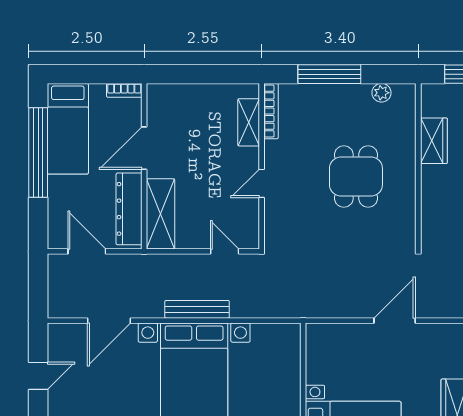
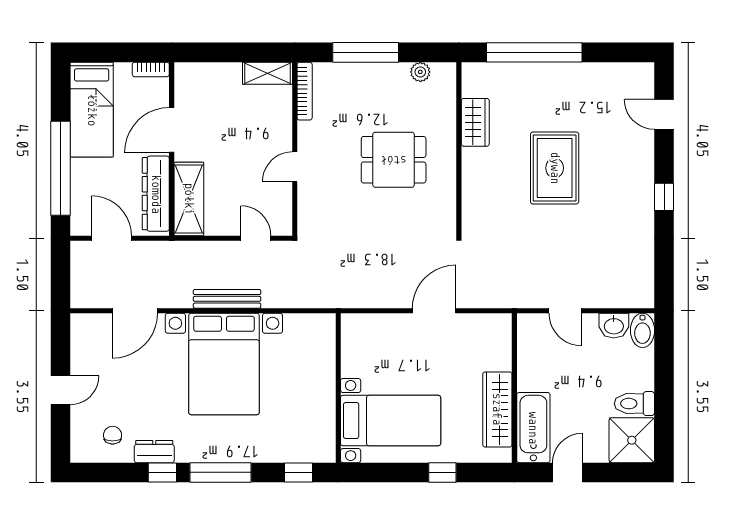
shelving: (249, 122) -> (267, 73), moved, turned 90
window: (38, 153) -> (61, 168), moved
dining table: (356, 177) -> (394, 160), turned 90
door: (38, 376) -> (61, 390), moved

